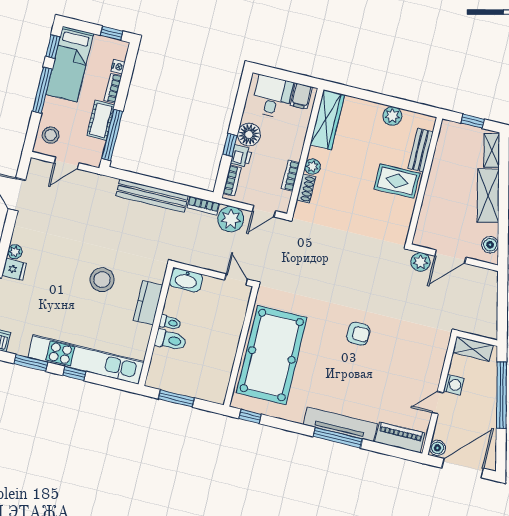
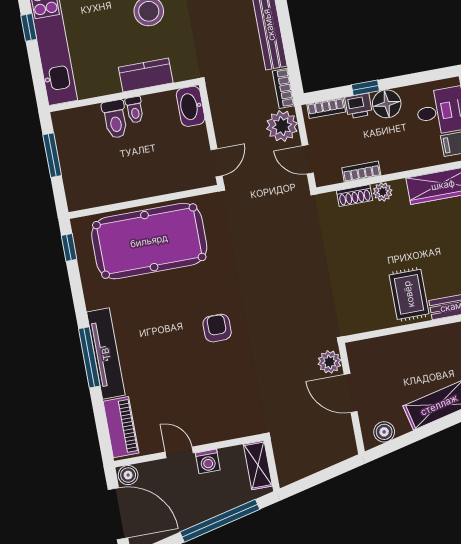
armchair: (358, 334) -> (217, 328), turned 180

